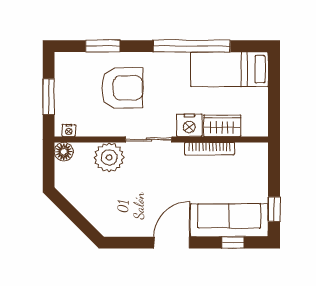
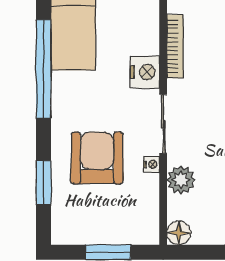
wardrobe: (222, 126) -> (146, 30), removed
nightstand: (69, 130) -> (152, 164), moved
plant: (109, 157) -> (181, 180), width x0.73, depth x0.73

